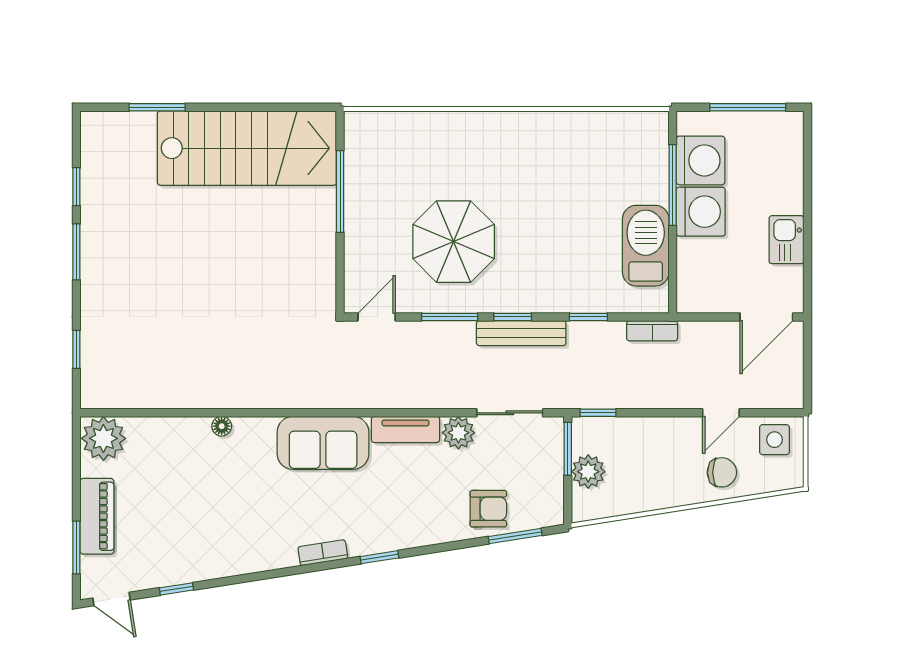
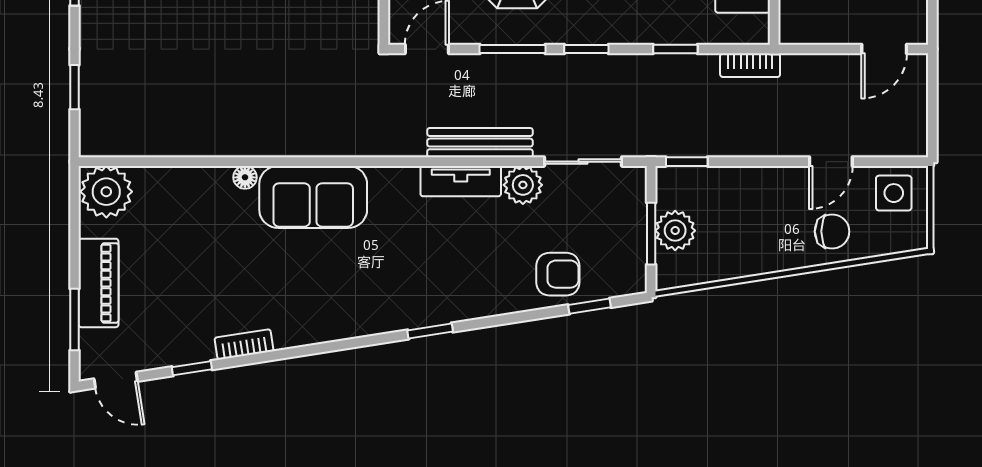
door: (766, 317) -> (884, 49), width x0.73
bench: (521, 333) -> (480, 143), moved
sofa: (323, 443) -> (313, 197), moved
window: (568, 449) -> (651, 234), moved
window: (515, 536) -> (589, 306), width x0.67
bookcase: (323, 553) -> (244, 344), moved

